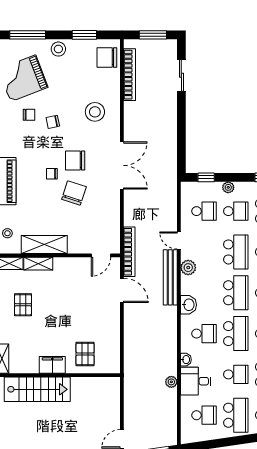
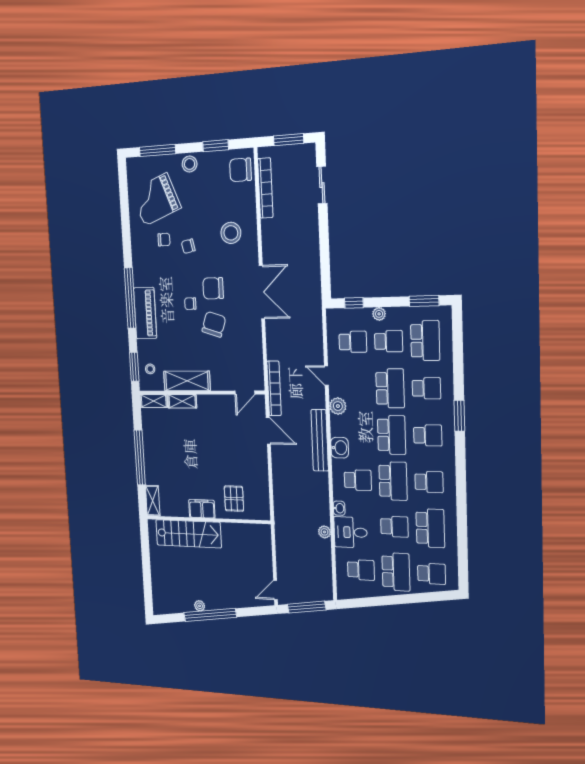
bench: (170, 277) -> (320, 440), moved
pallet: (23, 305) -> (170, 445), removed

